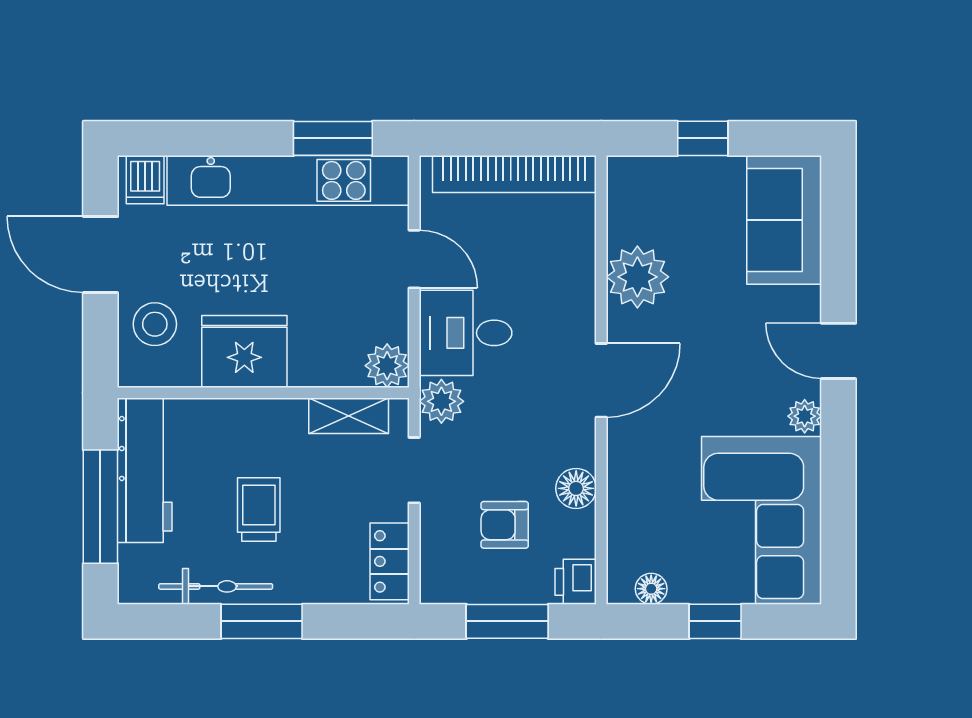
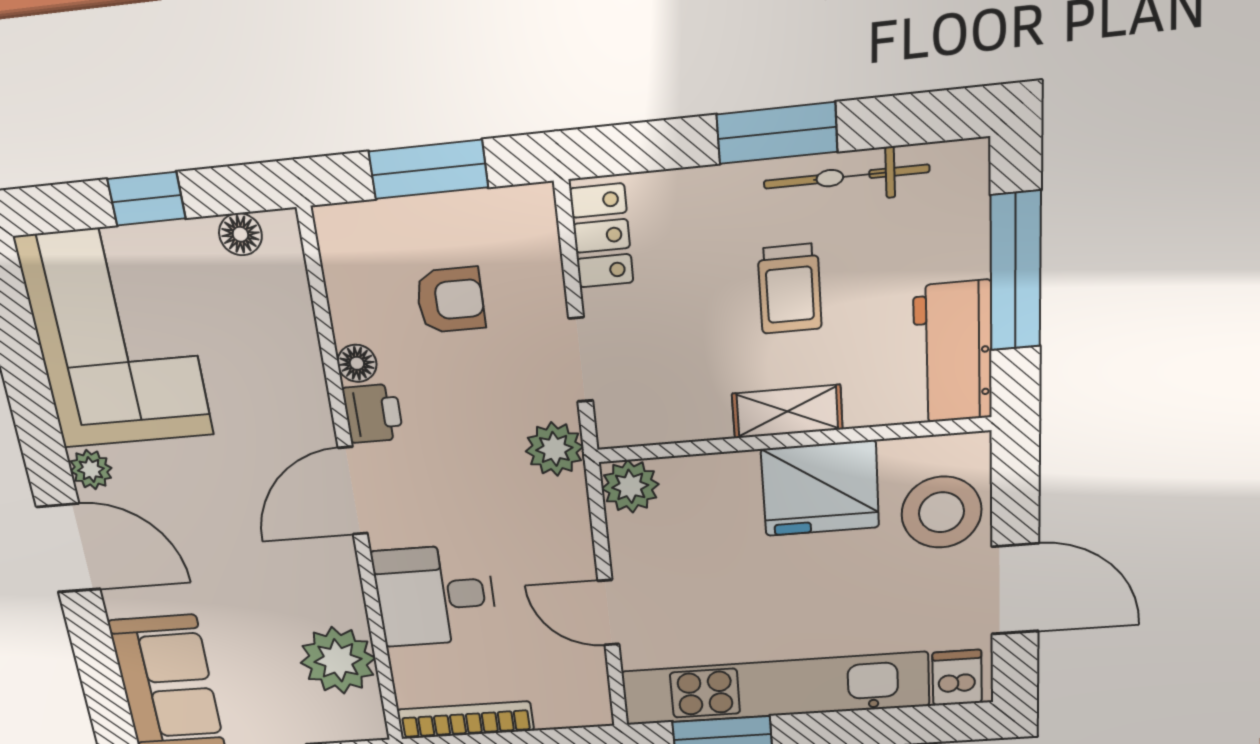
bookcase: (514, 174) -> (465, 720), width x0.68, depth x0.76
plant: (637, 277) -> (338, 660), moved
stool: (155, 324) -> (941, 512), width x1.38, depth x1.38
desk: (466, 333) -> (435, 596), moved, turned 180
door: (838, 351) -> (68, 548), width x1.38
shelving: (349, 416) -> (787, 411), moved
workbench: (145, 470) -> (953, 352), width x0.73
floor lamp: (576, 488) -> (357, 363), width x0.73, depth x0.73
printer: (576, 582) -> (373, 413), moved

